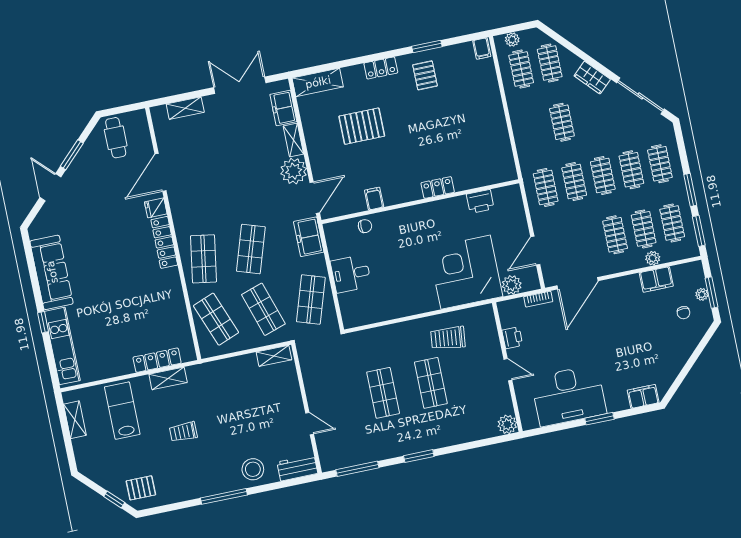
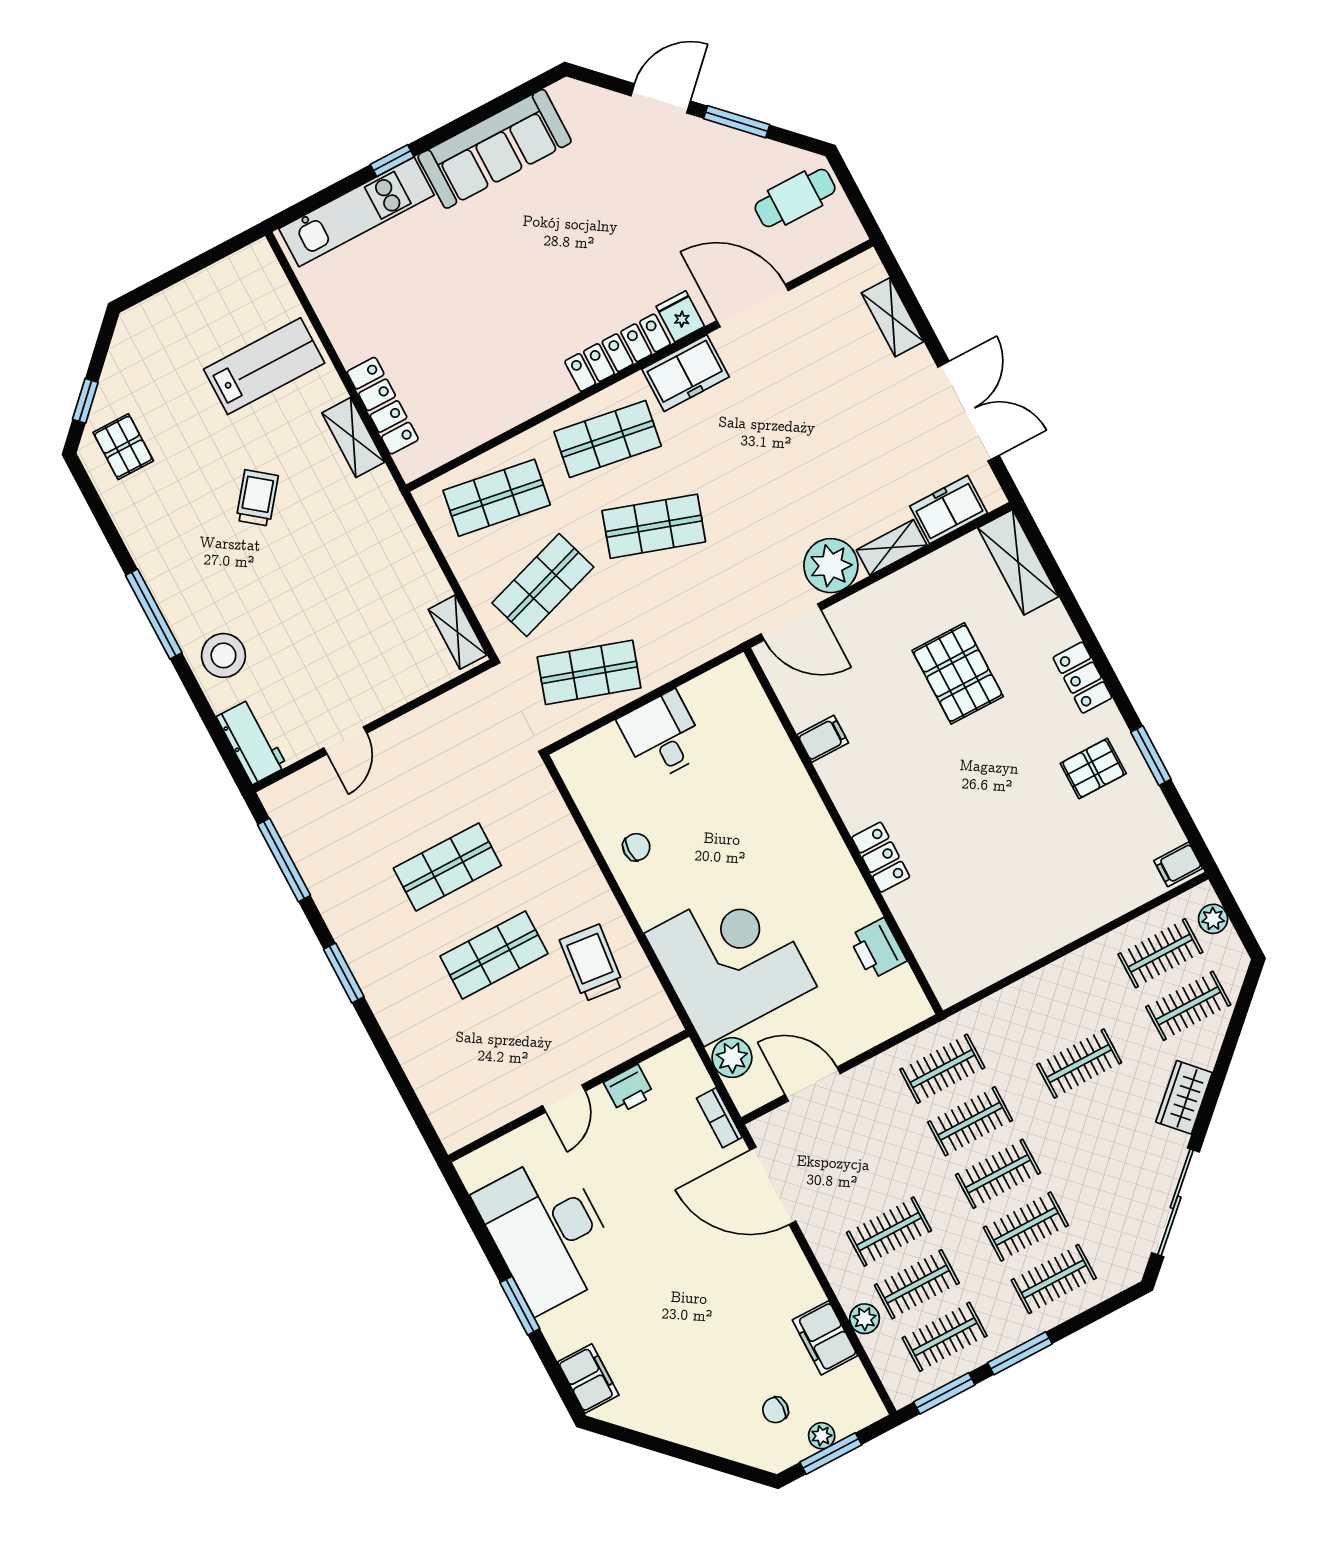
chair: (365, 226) -> (636, 847), moved, turned -90
freezer: (309, 237) -> (686, 373), moved, turned 180
shop shelf: (216, 319) -> (497, 498), turned 30
shelving: (75, 420) -> (219, 278), removed
plant: (507, 424) -> (456, 1128), removed
trolley: (183, 432) -> (257, 498), turned 38

